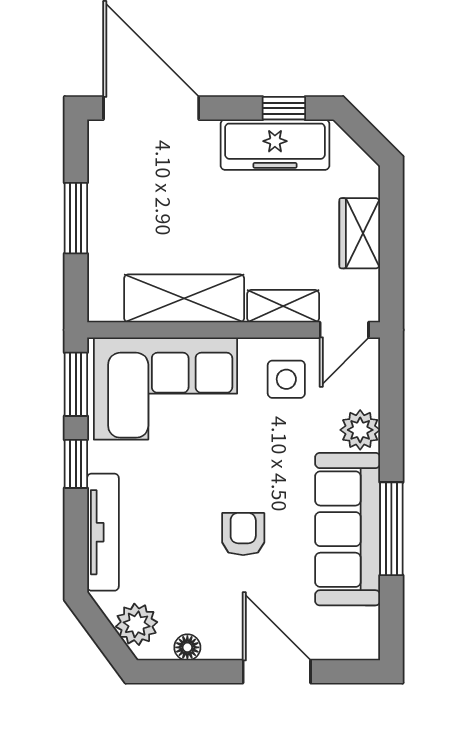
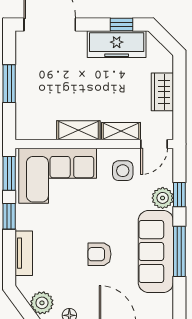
shelving: (184, 298) -> (78, 130), width x0.67, depth x0.75
window: (391, 424) -> (179, 195), added
tv unit: (103, 532) -> (24, 253), width x0.71
armchair: (243, 534) -> (99, 254), turned -90

